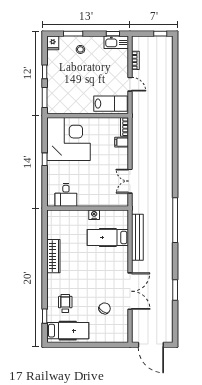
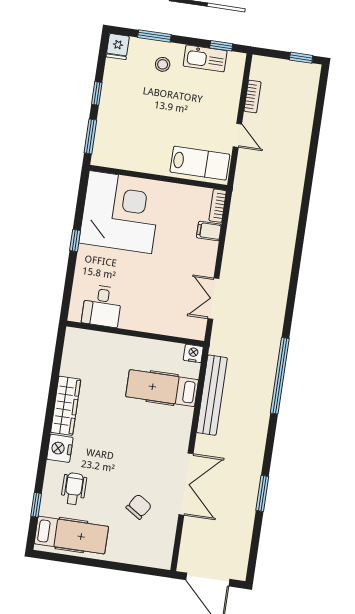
kitchen sink: (116, 42) -> (205, 58), moved
nightstand: (94, 215) -> (193, 353), moved
nightstand: (54, 281) -> (60, 448), added

